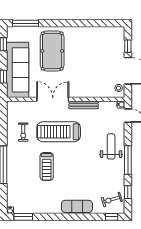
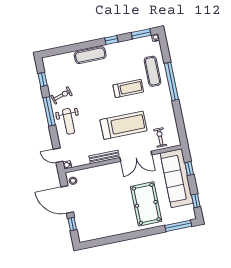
exercise bike: (23, 132) -> (160, 137), moved
treadmill: (47, 166) -> (128, 88), turned 90
exercise mat: (20, 178) -> (152, 71), added
exercise bike: (112, 200) -> (62, 95), moved
window: (112, 217) -> (111, 40), moved

